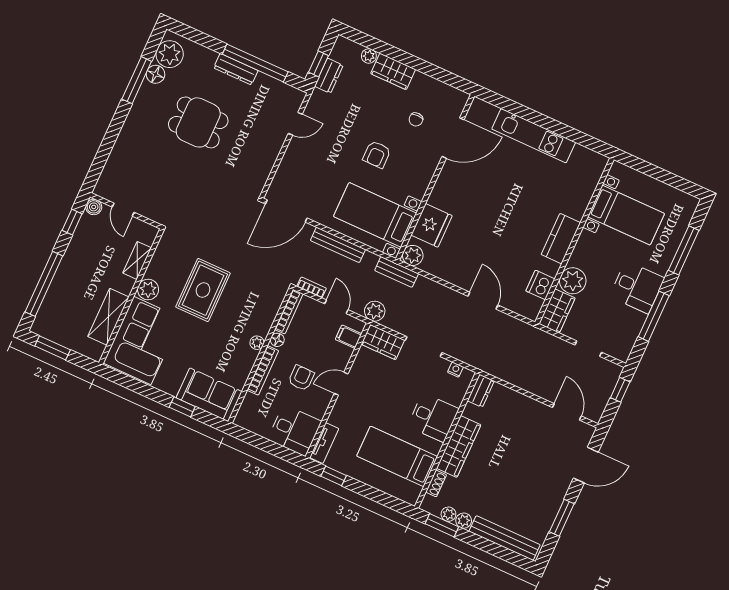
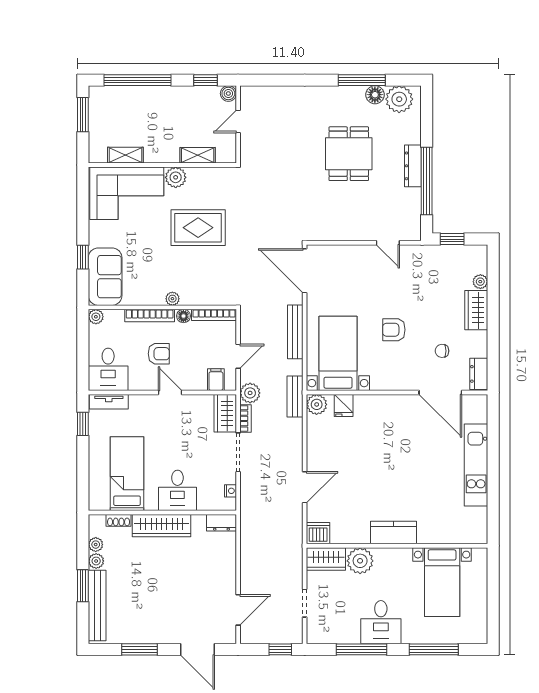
dresser: (329, 76) -> (479, 374), moved, turned 90
fridge: (432, 225) -> (344, 405), width x0.53, depth x0.75
dishwasher: (540, 285) -> (318, 533), moved
bookcase: (312, 287) -> (246, 418), moved
shelving: (108, 317) -> (125, 155), width x0.67, depth x0.75
plant: (242, 420) -> (96, 317), added
window: (442, 525) -> (83, 586), moved

